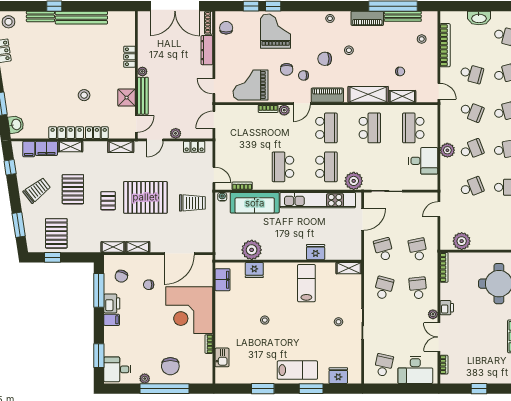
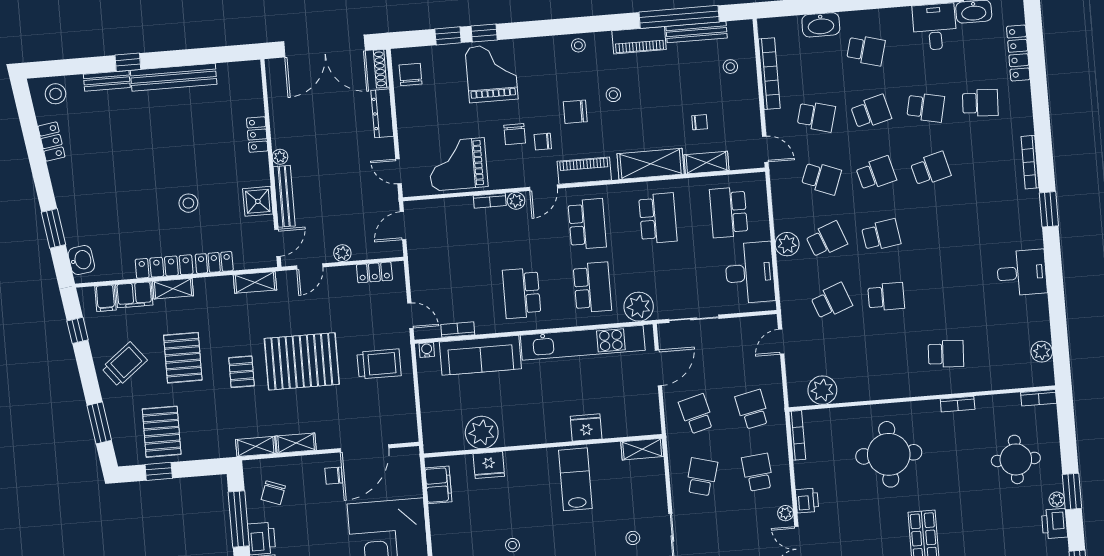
desk: (423, 161) -> (750, 273), width x1.37
chair: (149, 285) -> (334, 476), moved

